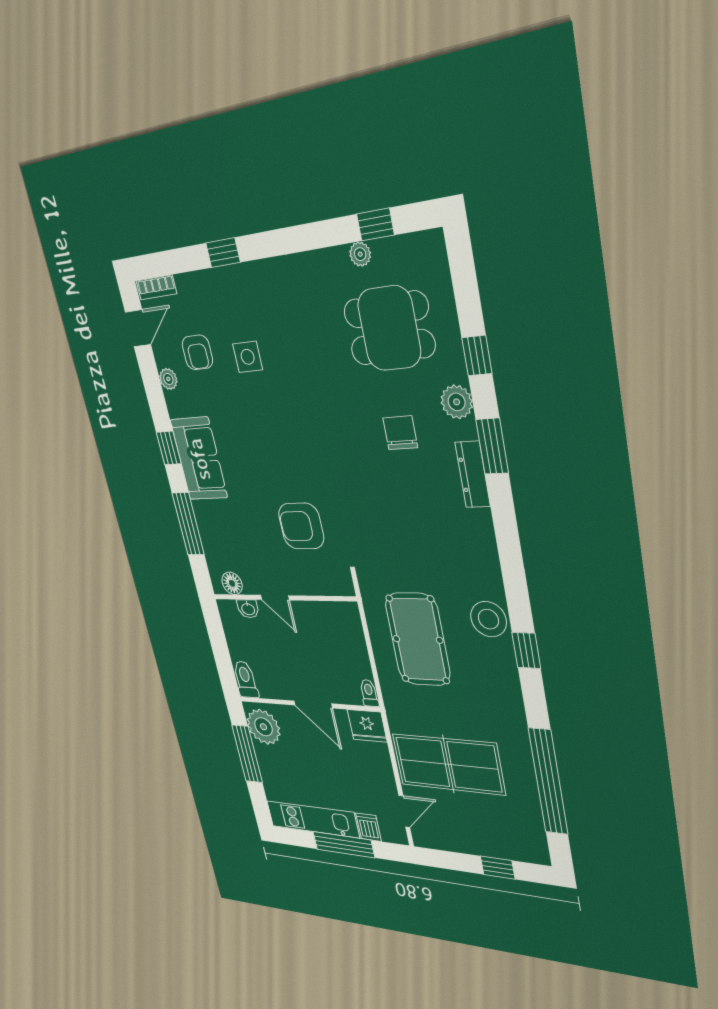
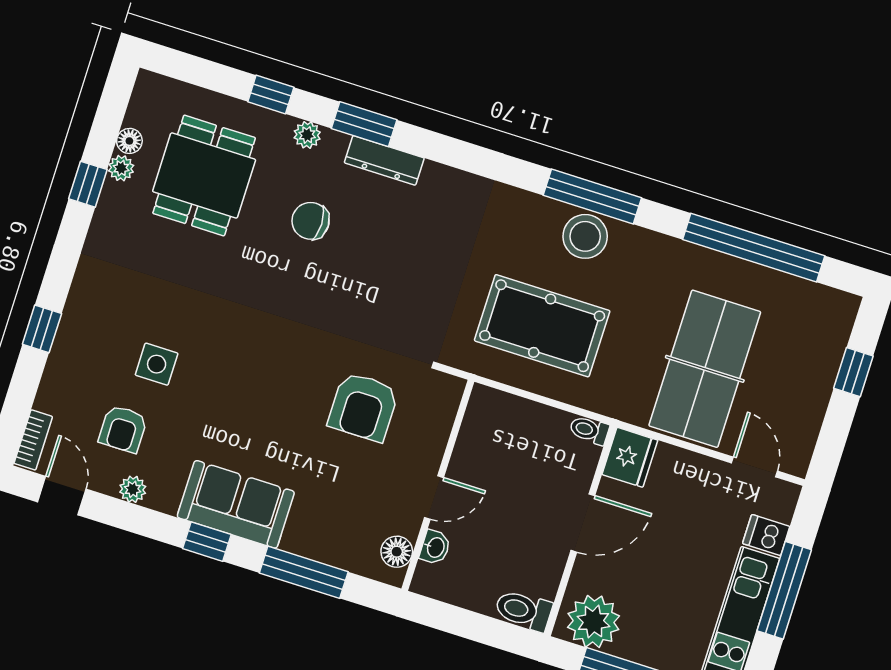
window: (375, 225) -> (88, 184), moved
floor lamp: (383, 250) -> (129, 141), added
armchair: (197, 352) -> (123, 429), turned 90
plant: (457, 402) -> (307, 135), width x0.73, depth x0.73
stool: (488, 619) -> (585, 236), moved
window: (526, 650) -> (592, 197), width x2.17

